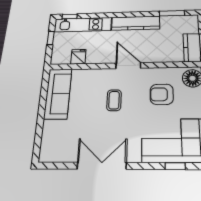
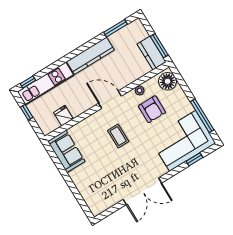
plant: (161, 72) -> (140, 91), added
sofa: (58, 94) -> (66, 151), width x0.73
armchair: (162, 94) -> (152, 109), turned -90
double door: (102, 166) -> (142, 191), swing flipped

